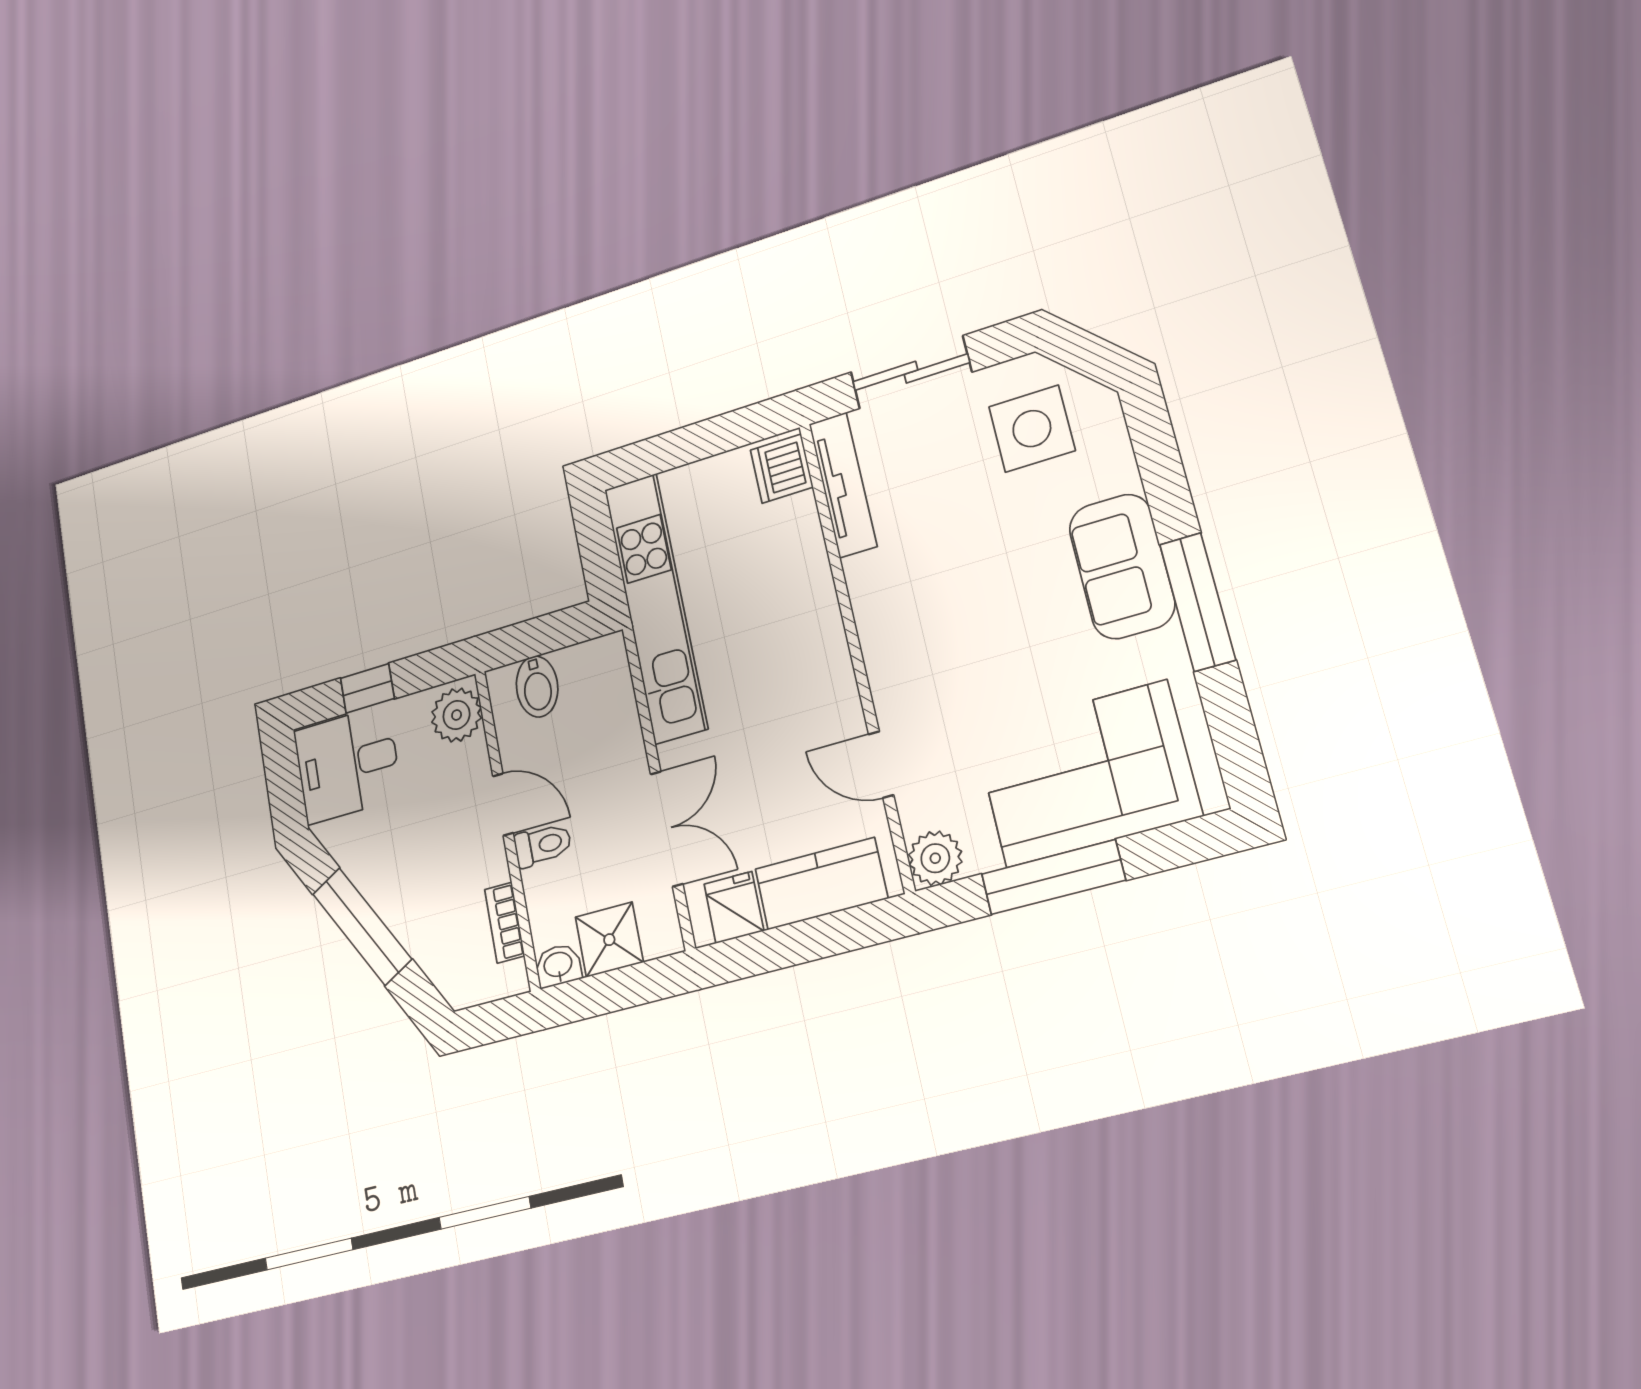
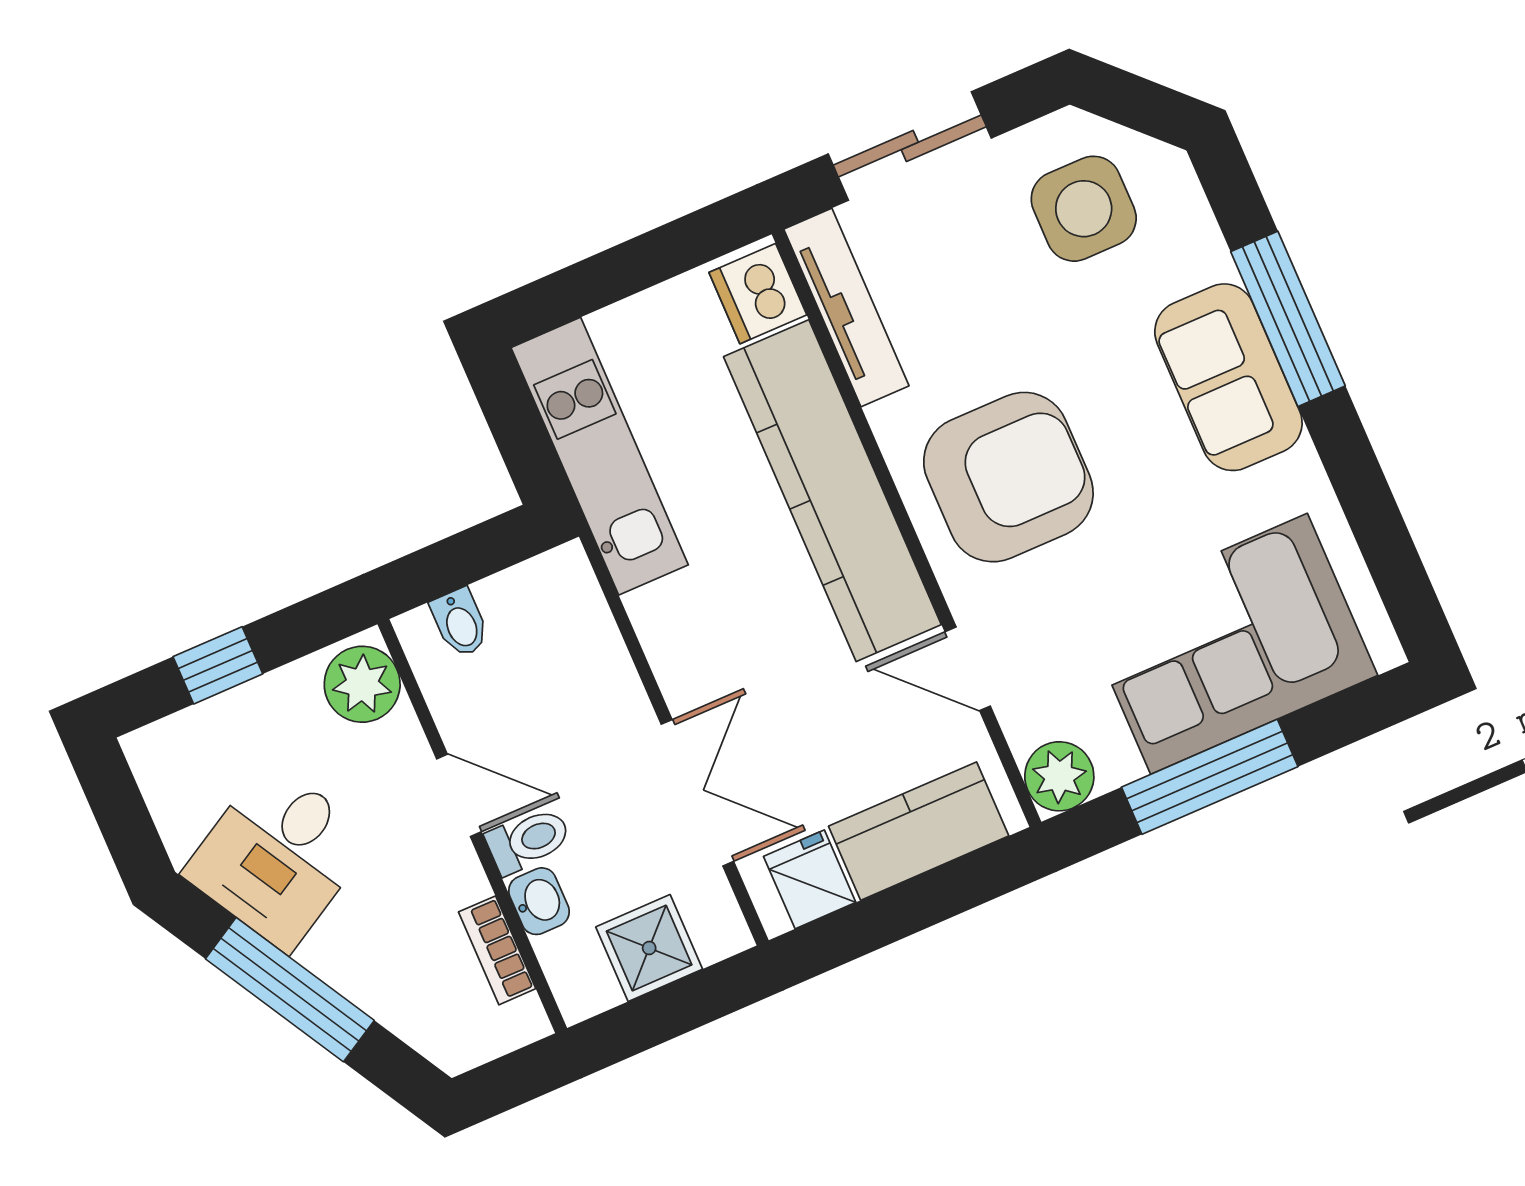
window: (1197, 602) -> (1288, 319), moved
kitchen unit: (656, 607) -> (600, 456), width x0.73
kitchen counter: (807, 618) -> (832, 491), added
armchair: (939, 623) -> (1008, 477), added
bidet: (537, 687) -> (460, 623), width x0.72, depth x0.74
desk: (348, 764) -> (278, 856), moved, turned -30
washbasin: (558, 966) -> (539, 901), moved, turned 90

